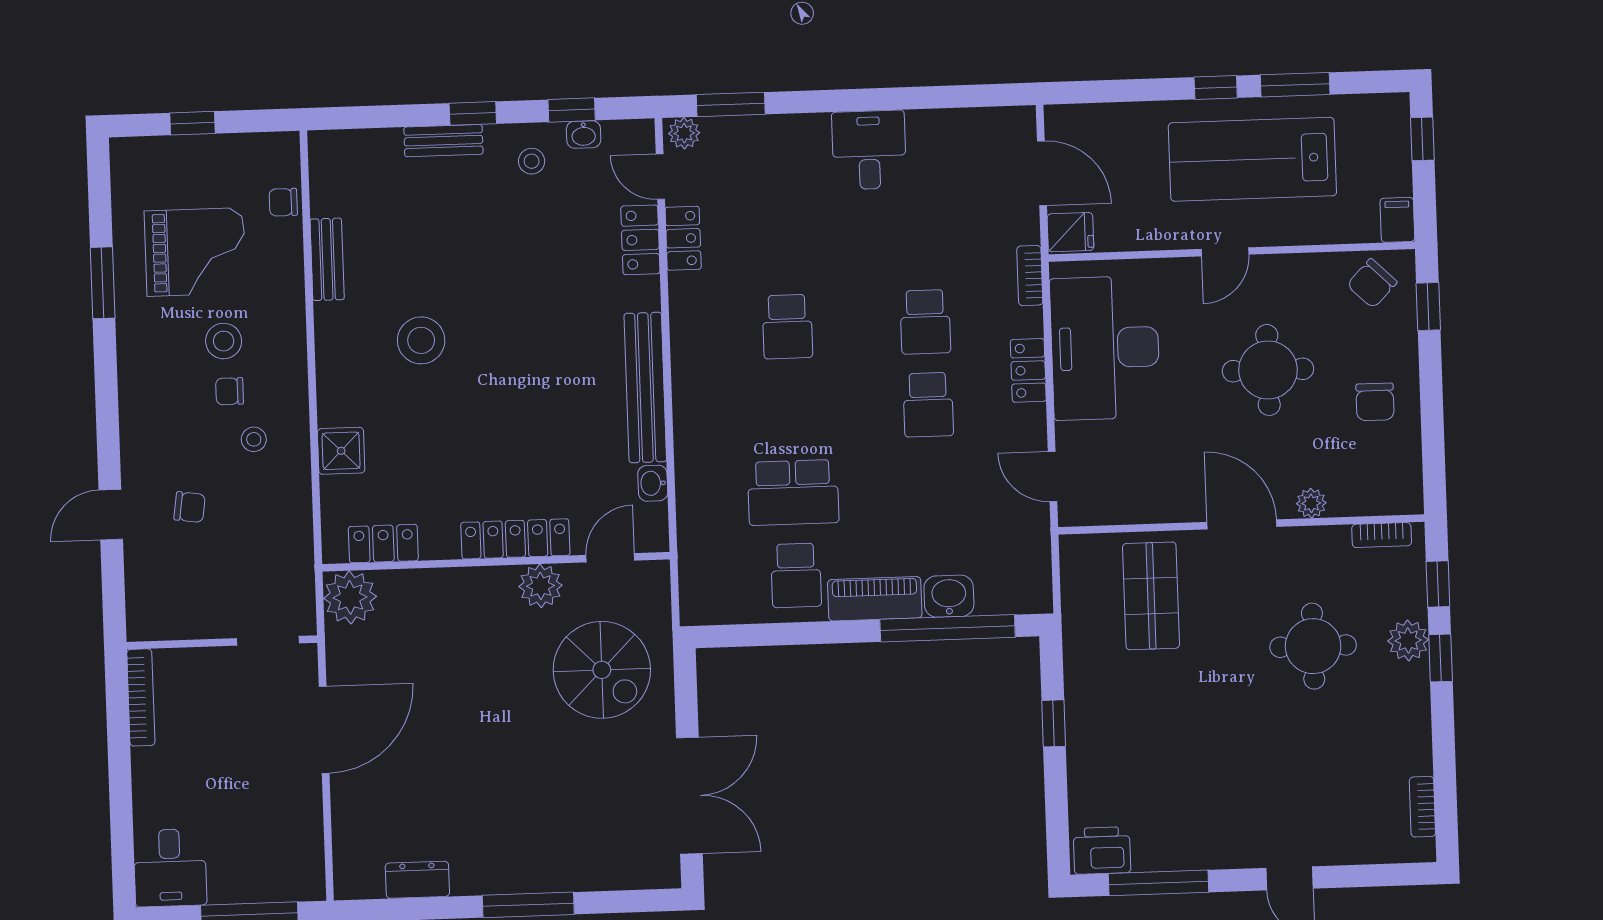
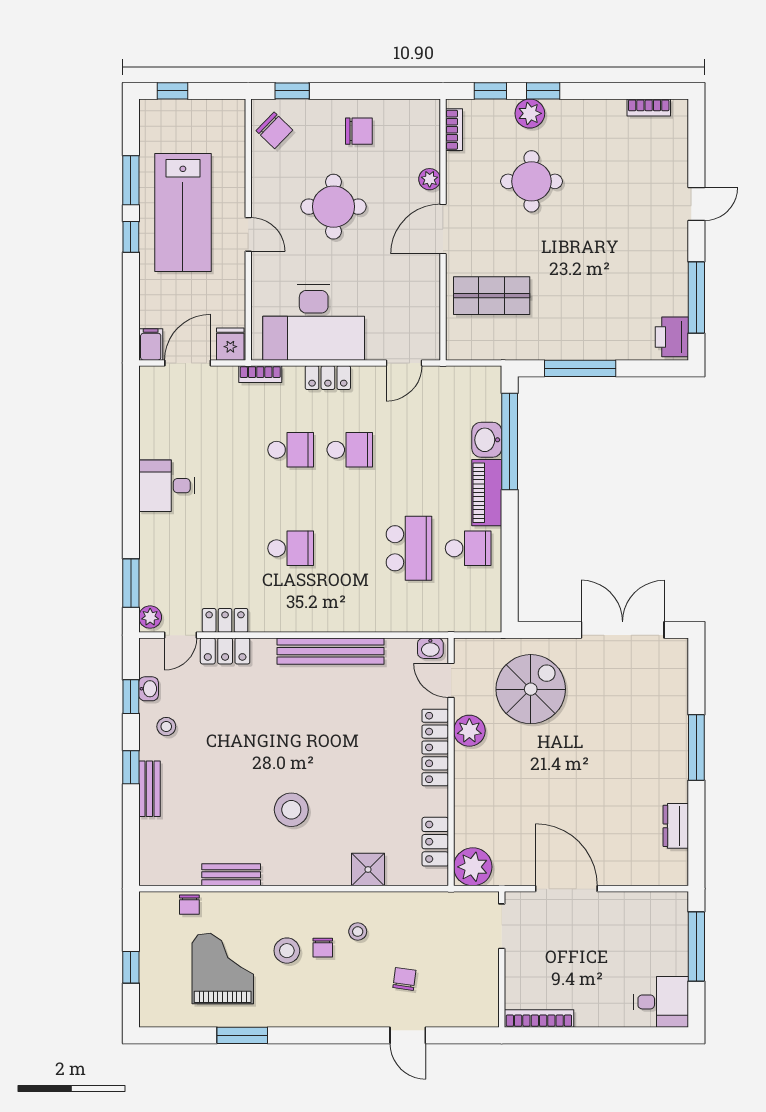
filing cabinet: (1397, 220) -> (151, 344), moved, turned 90
washbasin: (653, 483) -> (430, 648), moved
window: (1054, 723) -> (580, 368), width x2.17

